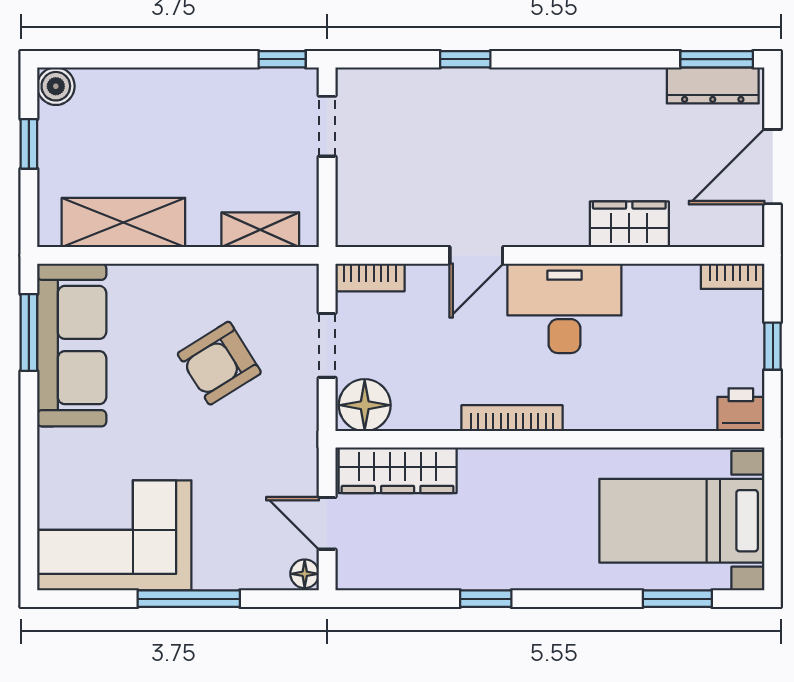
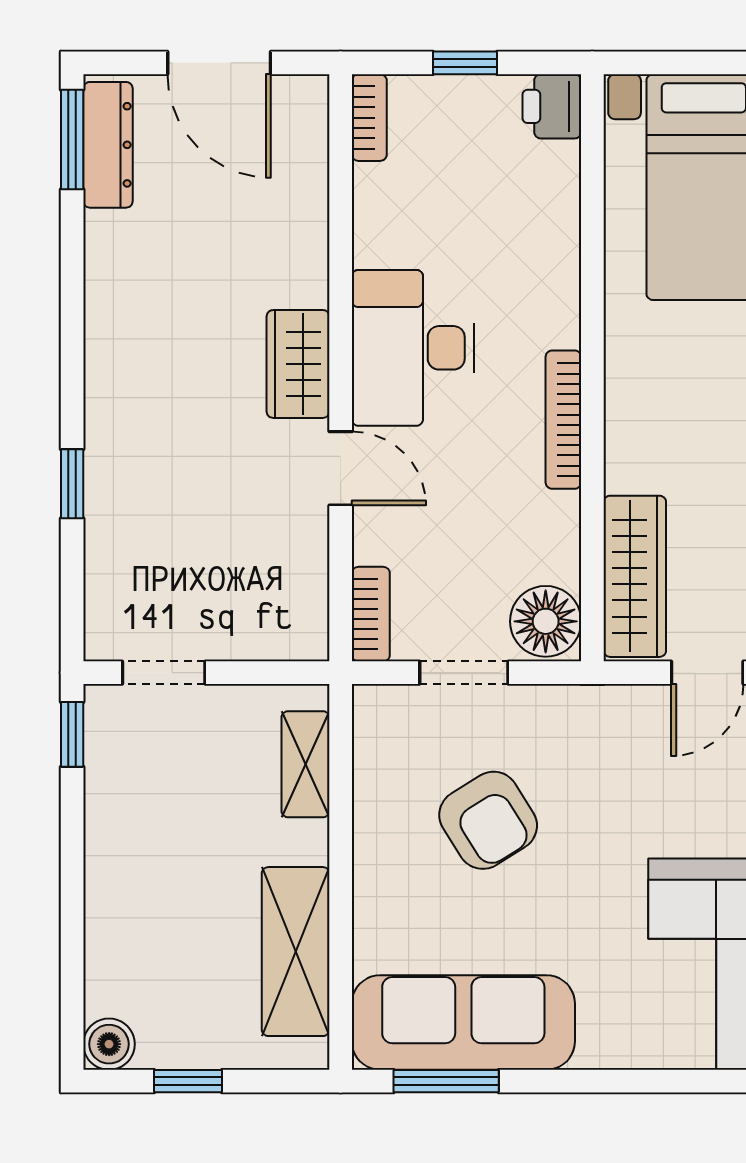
wardrobe: (629, 224) -> (298, 364), moved

